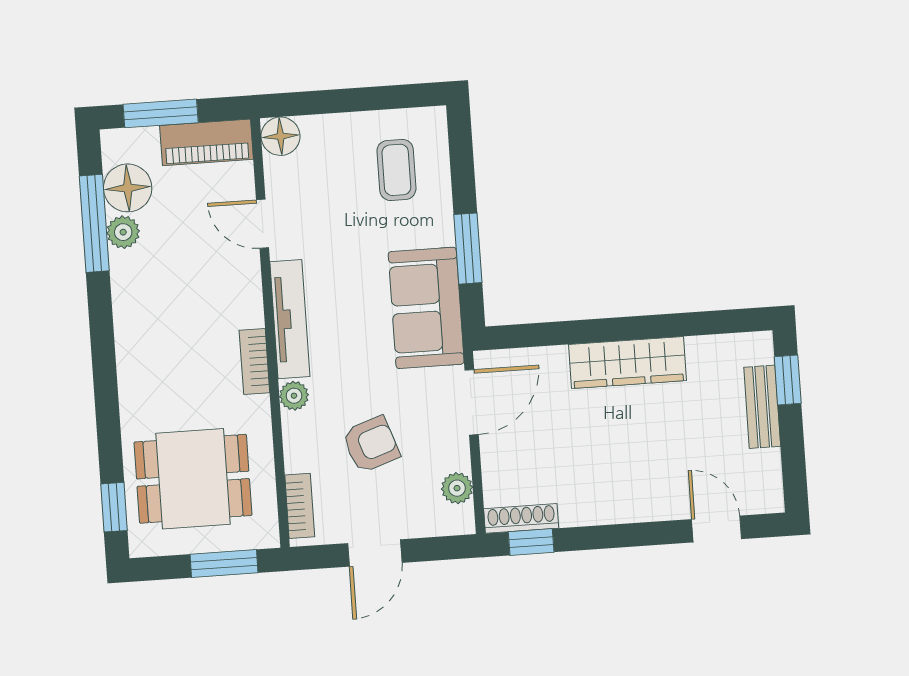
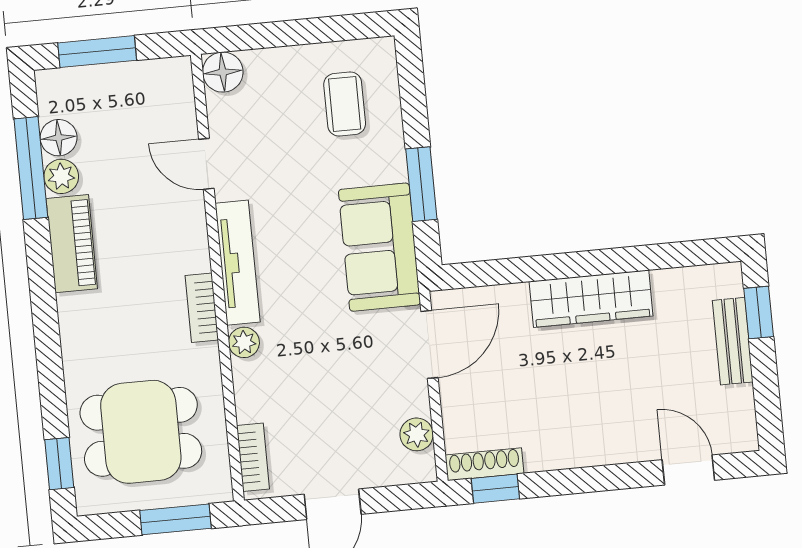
piano: (207, 142) -> (72, 244), moved, turned -90
floor lamp: (128, 188) -> (59, 138), width x0.73, depth x0.73
armchair: (371, 444) -> (326, 391), removed

